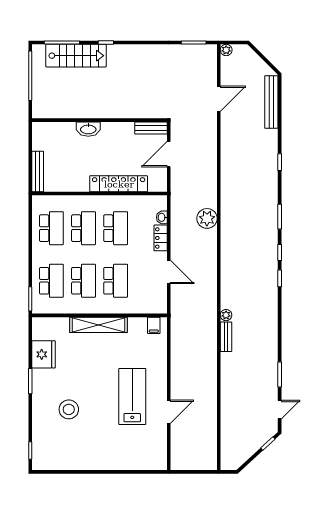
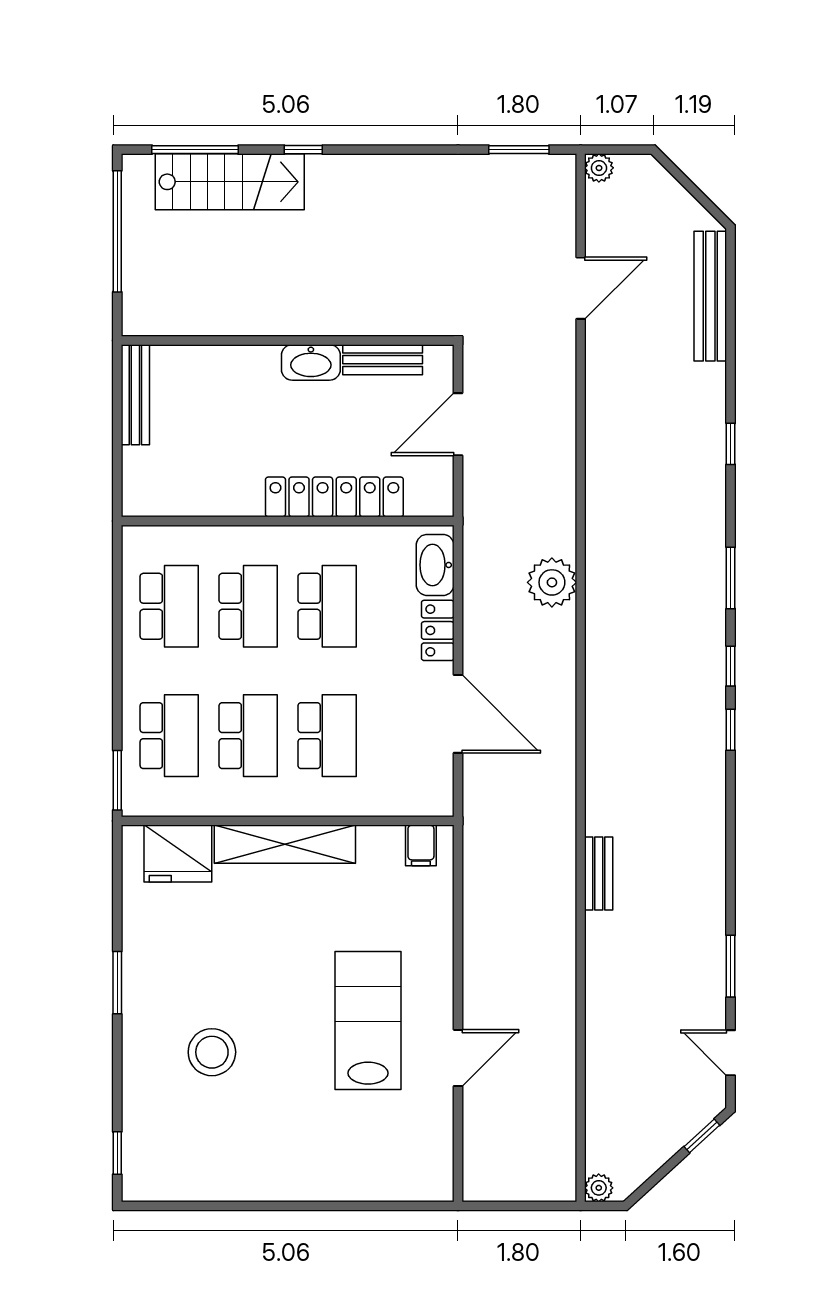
bench: (151, 128) -> (383, 360), moved
washbasin: (88, 129) -> (311, 362), moved
bench: (38, 171) -> (135, 395), moved
washbasin: (162, 217) -> (435, 565), width x1.91, depth x1.45
door: (169, 272) -> (458, 714), width x1.36
plant: (226, 315) -> (599, 1188), moved
fridge: (44, 354) -> (178, 854), moved, turned 90
door: (280, 410) -> (731, 1053), swing flipped

